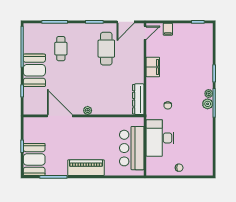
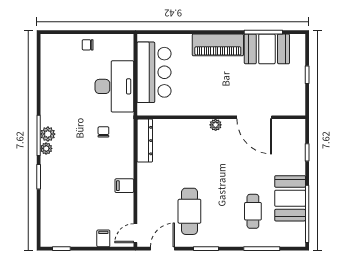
filing cabinet: (153, 67) -> (124, 186), width x0.50
booth: (34, 70) -> (290, 198), moved
booth: (34, 159) -> (267, 49), moved, turned 90

